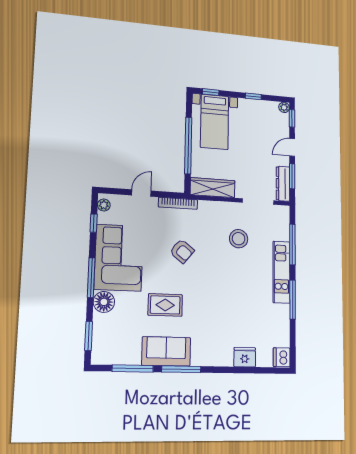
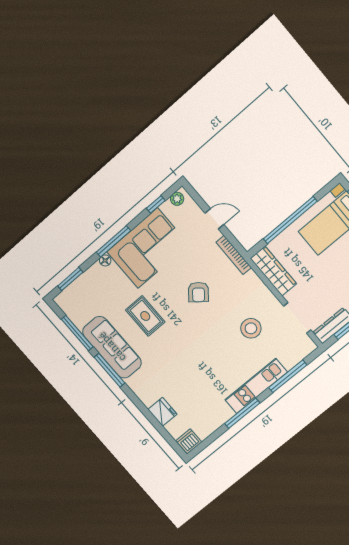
floor lamp: (104, 302) -> (105, 260), width x0.53, depth x0.53
sofa: (166, 351) -> (112, 347), width x1.36

